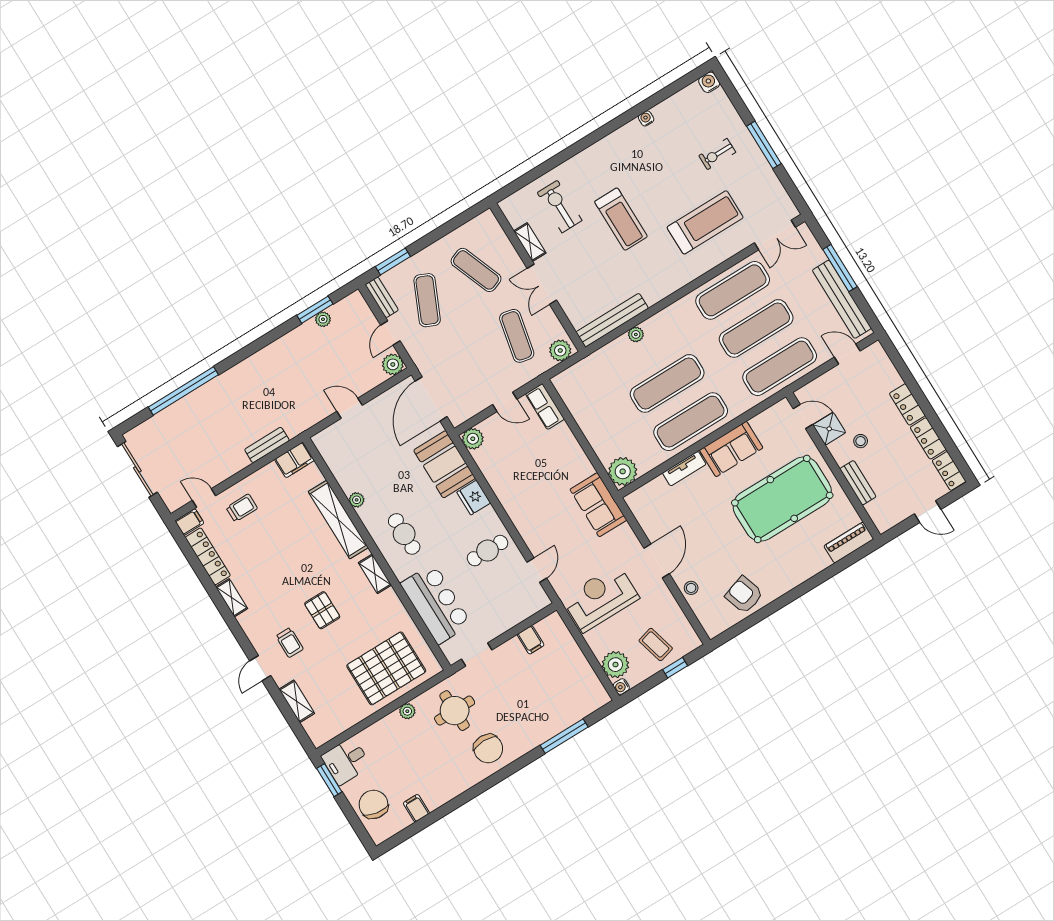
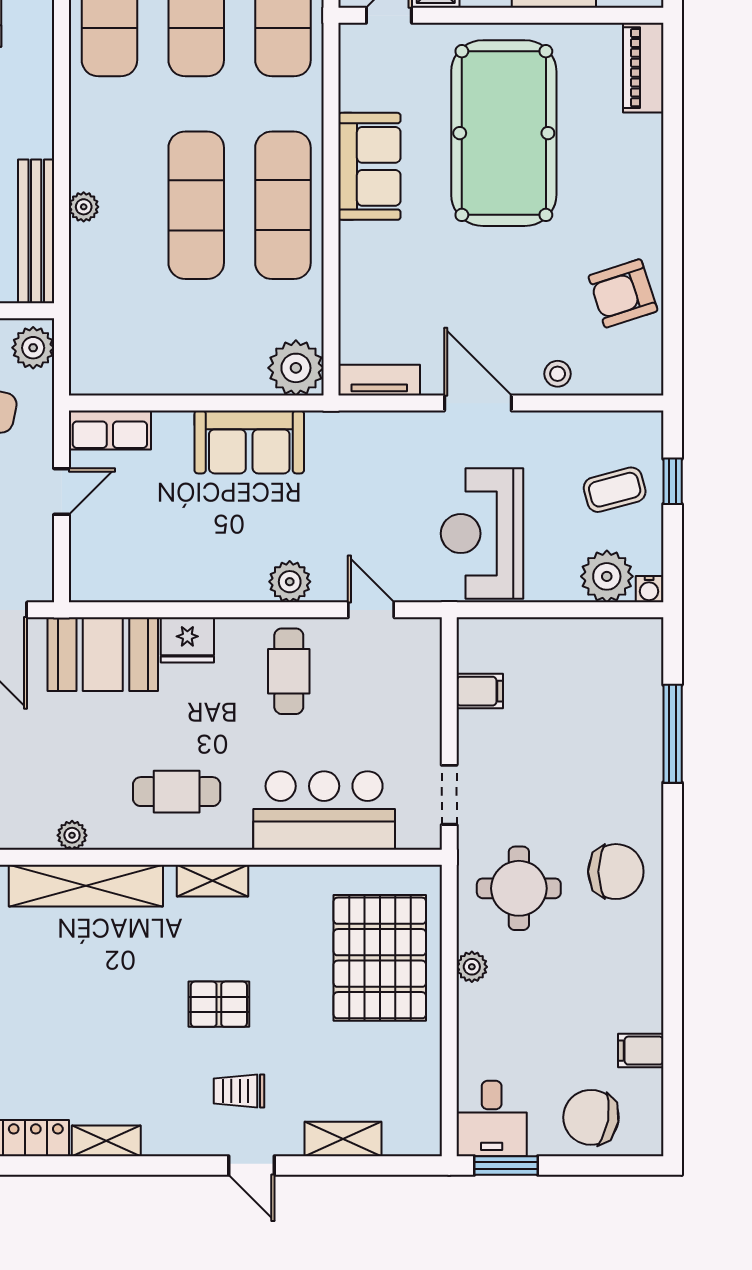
plant: (473, 439) -> (290, 582), moved
tv unit: (684, 469) -> (379, 380), moved, turned -90
sofa: (598, 505) -> (249, 442), moved
trolley: (290, 643) -> (239, 1091), turned 180

